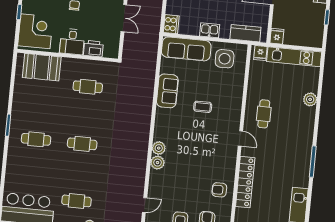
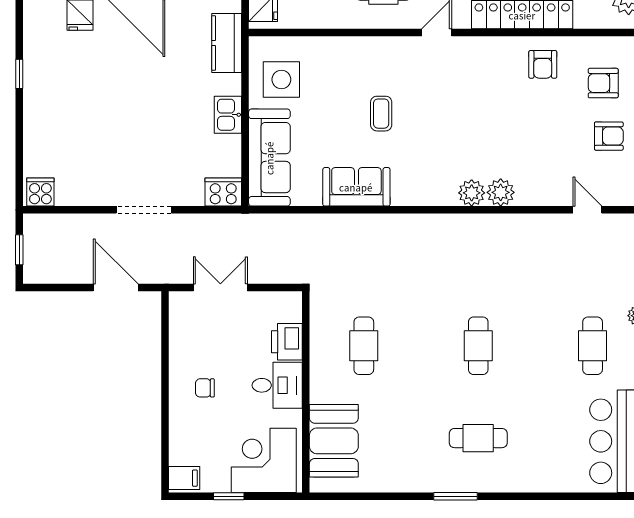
cafe table: (36, 139) -> (478, 438), turned 90

